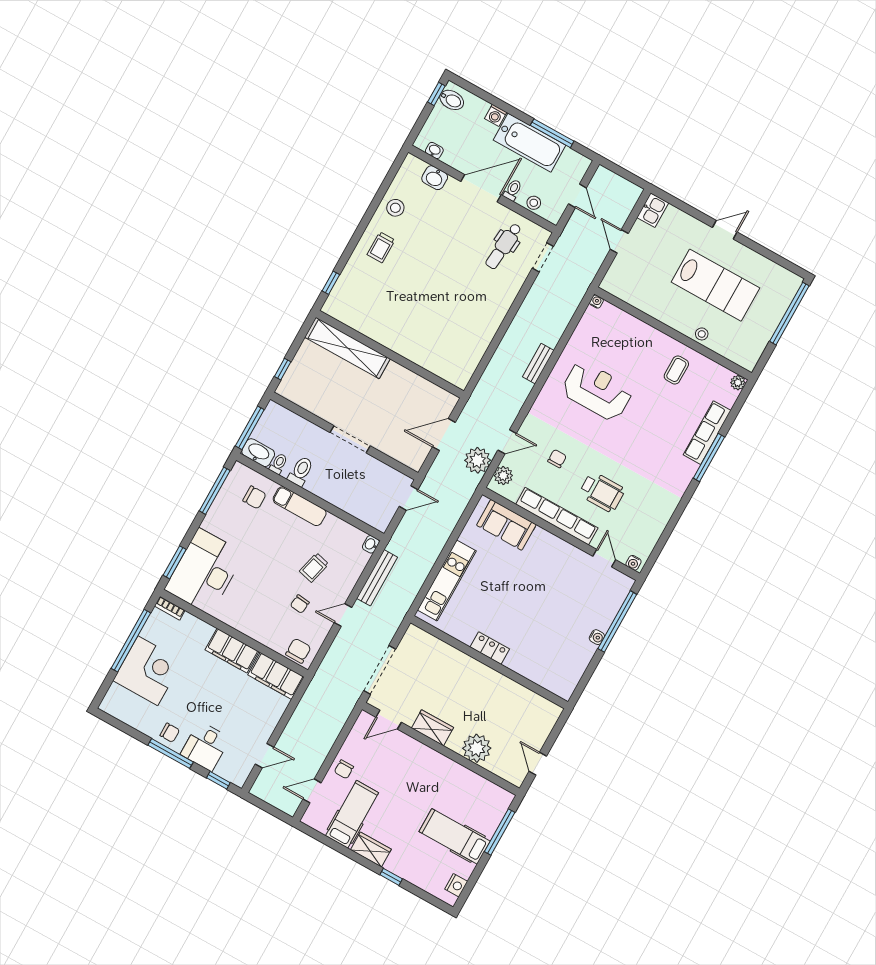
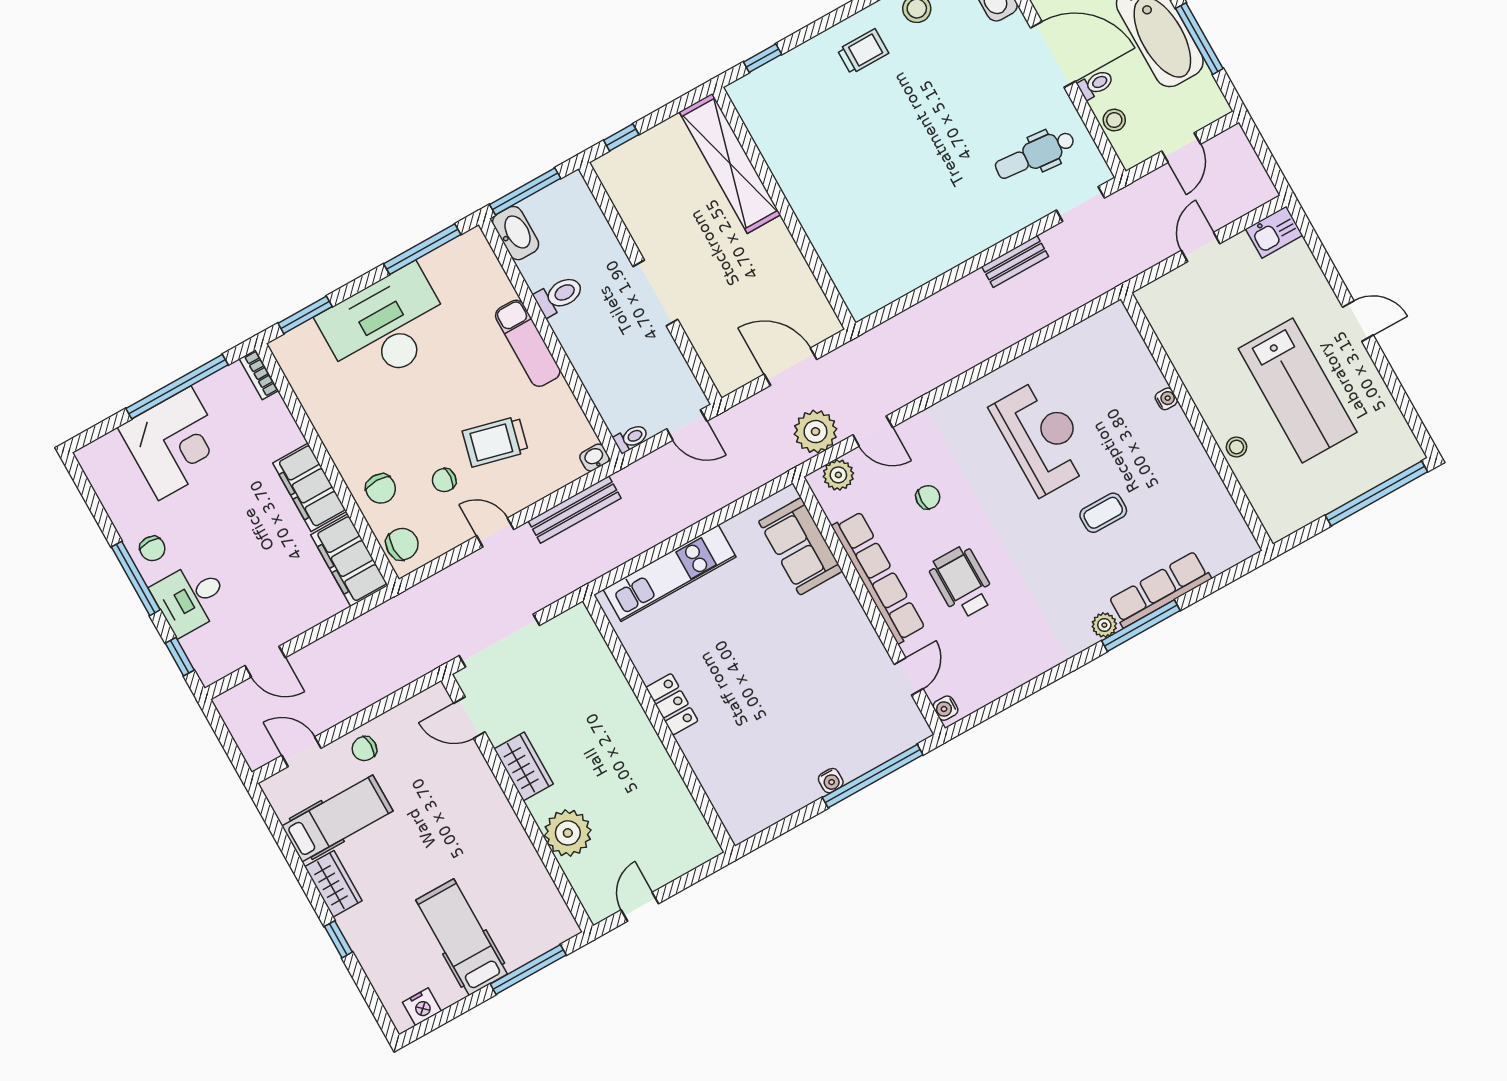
trolley: (381, 247) -> (863, 51), turned 180
water cooler: (596, 302) -> (1166, 399), moved
bench: (538, 364) -> (1015, 261), moved
coffee table: (676, 370) -> (1103, 513), moved
plant: (738, 383) -> (1104, 625), moved
toilet: (279, 464) -> (631, 438), moved
wheelchair: (602, 492) -> (962, 582), turned 180
chair: (254, 497) -> (381, 489), moved
trolley: (314, 568) -> (495, 441), width x1.36, depth x1.39
desk: (205, 571) -> (386, 327), moved

